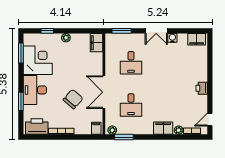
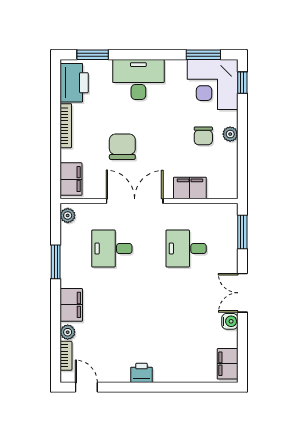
window: (47, 31) -> (242, 83), moved
filing cabinet: (97, 43) -> (190, 188), moved
chair: (67, 53) -> (203, 136), added
corner desk: (38, 60) -> (213, 85), moved, turned 90
chair: (73, 99) -> (122, 147), turned -131
window: (21, 101) -> (93, 55), moved
filing cabinet: (96, 128) -> (71, 179), width x2.00
window: (124, 137) -> (56, 262), moved

